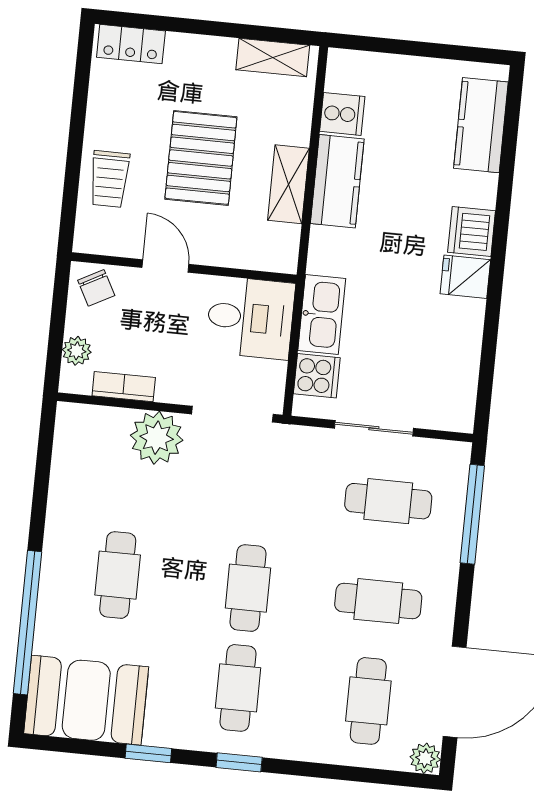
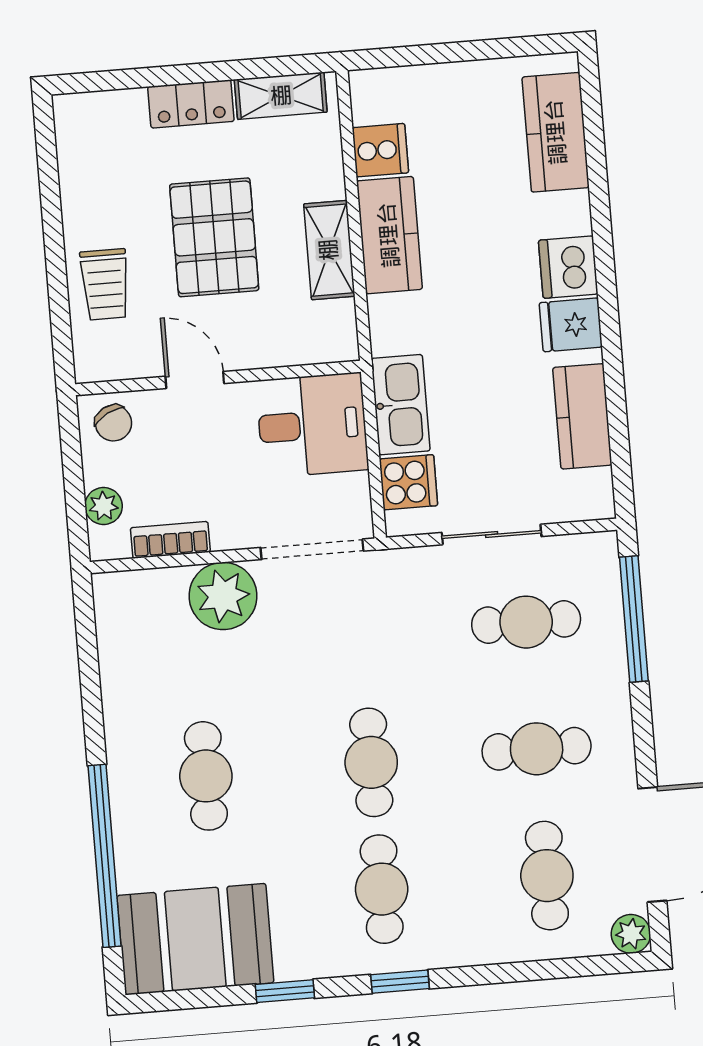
locker: (131, 44) -> (191, 104), moved
kitchen counter: (461, 349) -> (582, 416), added

